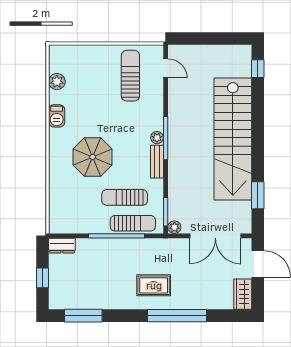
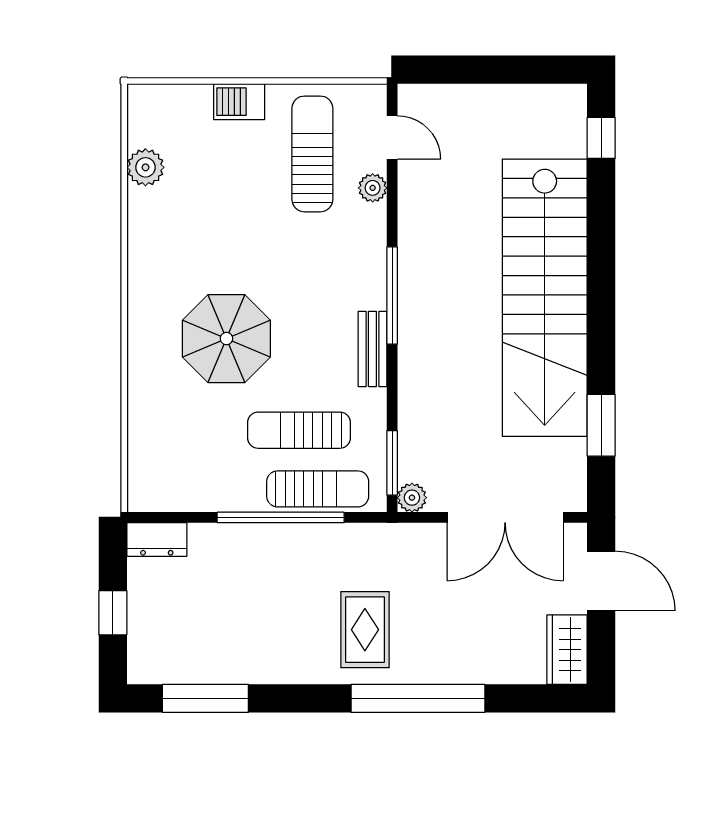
barbecue: (57, 116) -> (239, 102), moved, turned 90
plant: (157, 138) -> (373, 188), moved
rug: (154, 285) -> (365, 630), turned 90

